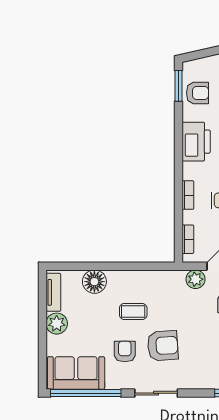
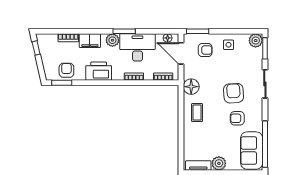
plant: (196, 279) -> (190, 72), removed
floor lamp: (94, 282) -> (191, 87), moved
coffee table: (133, 311) -> (197, 113), moved
sliding door: (156, 393) -> (265, 84), moved

